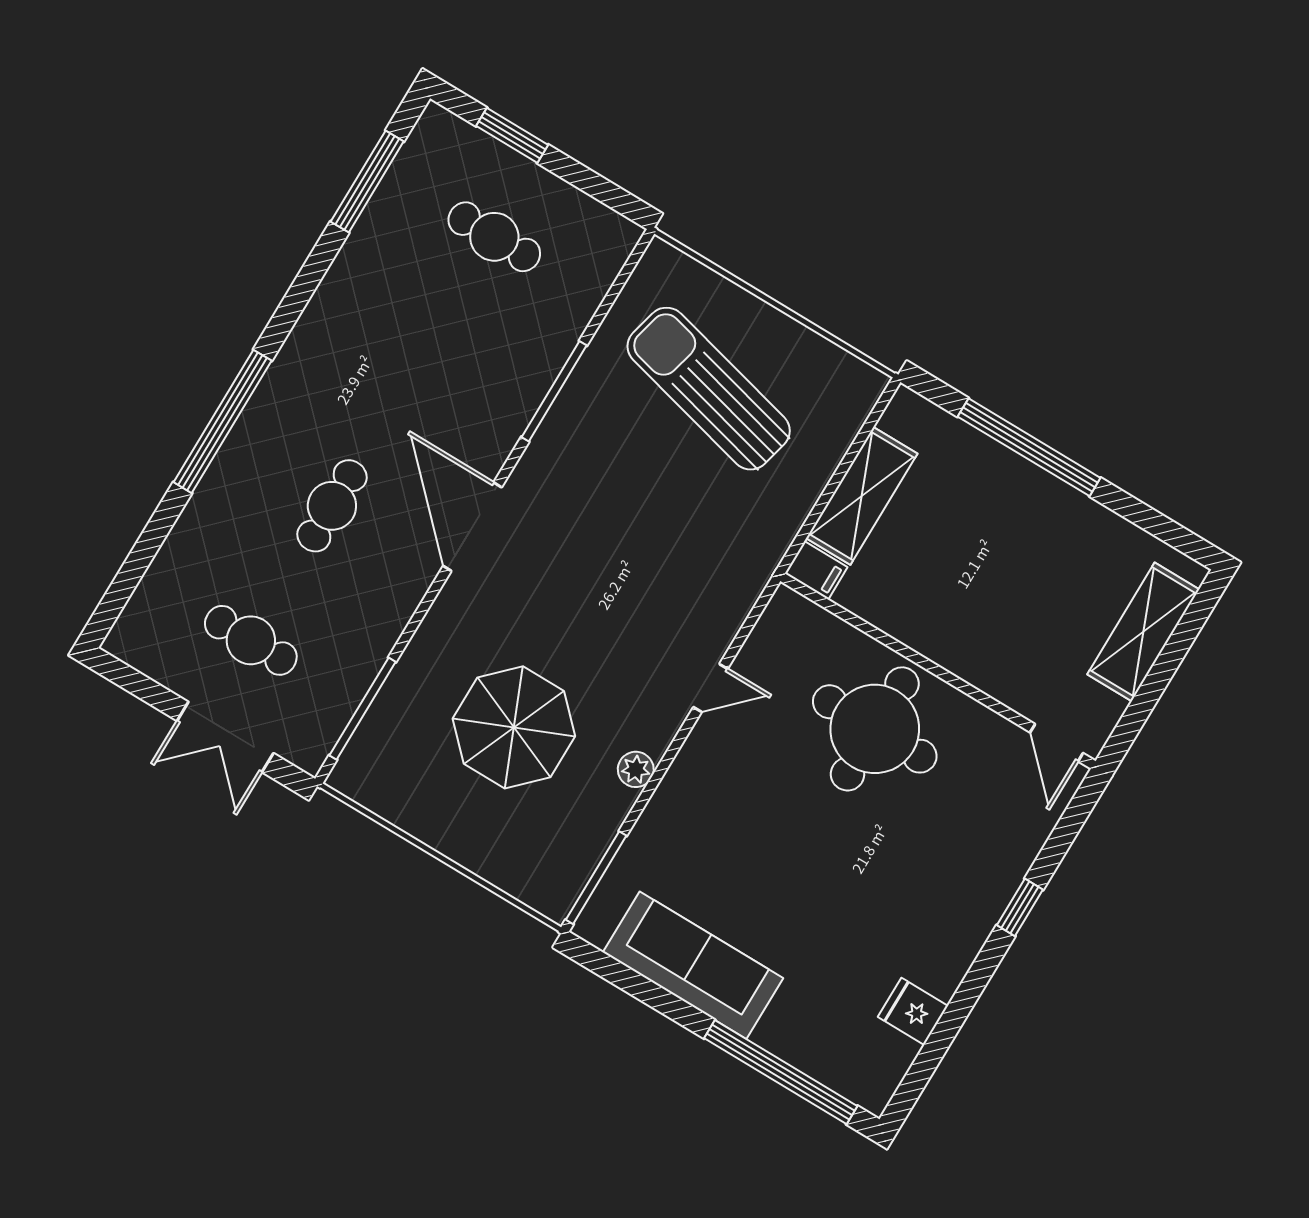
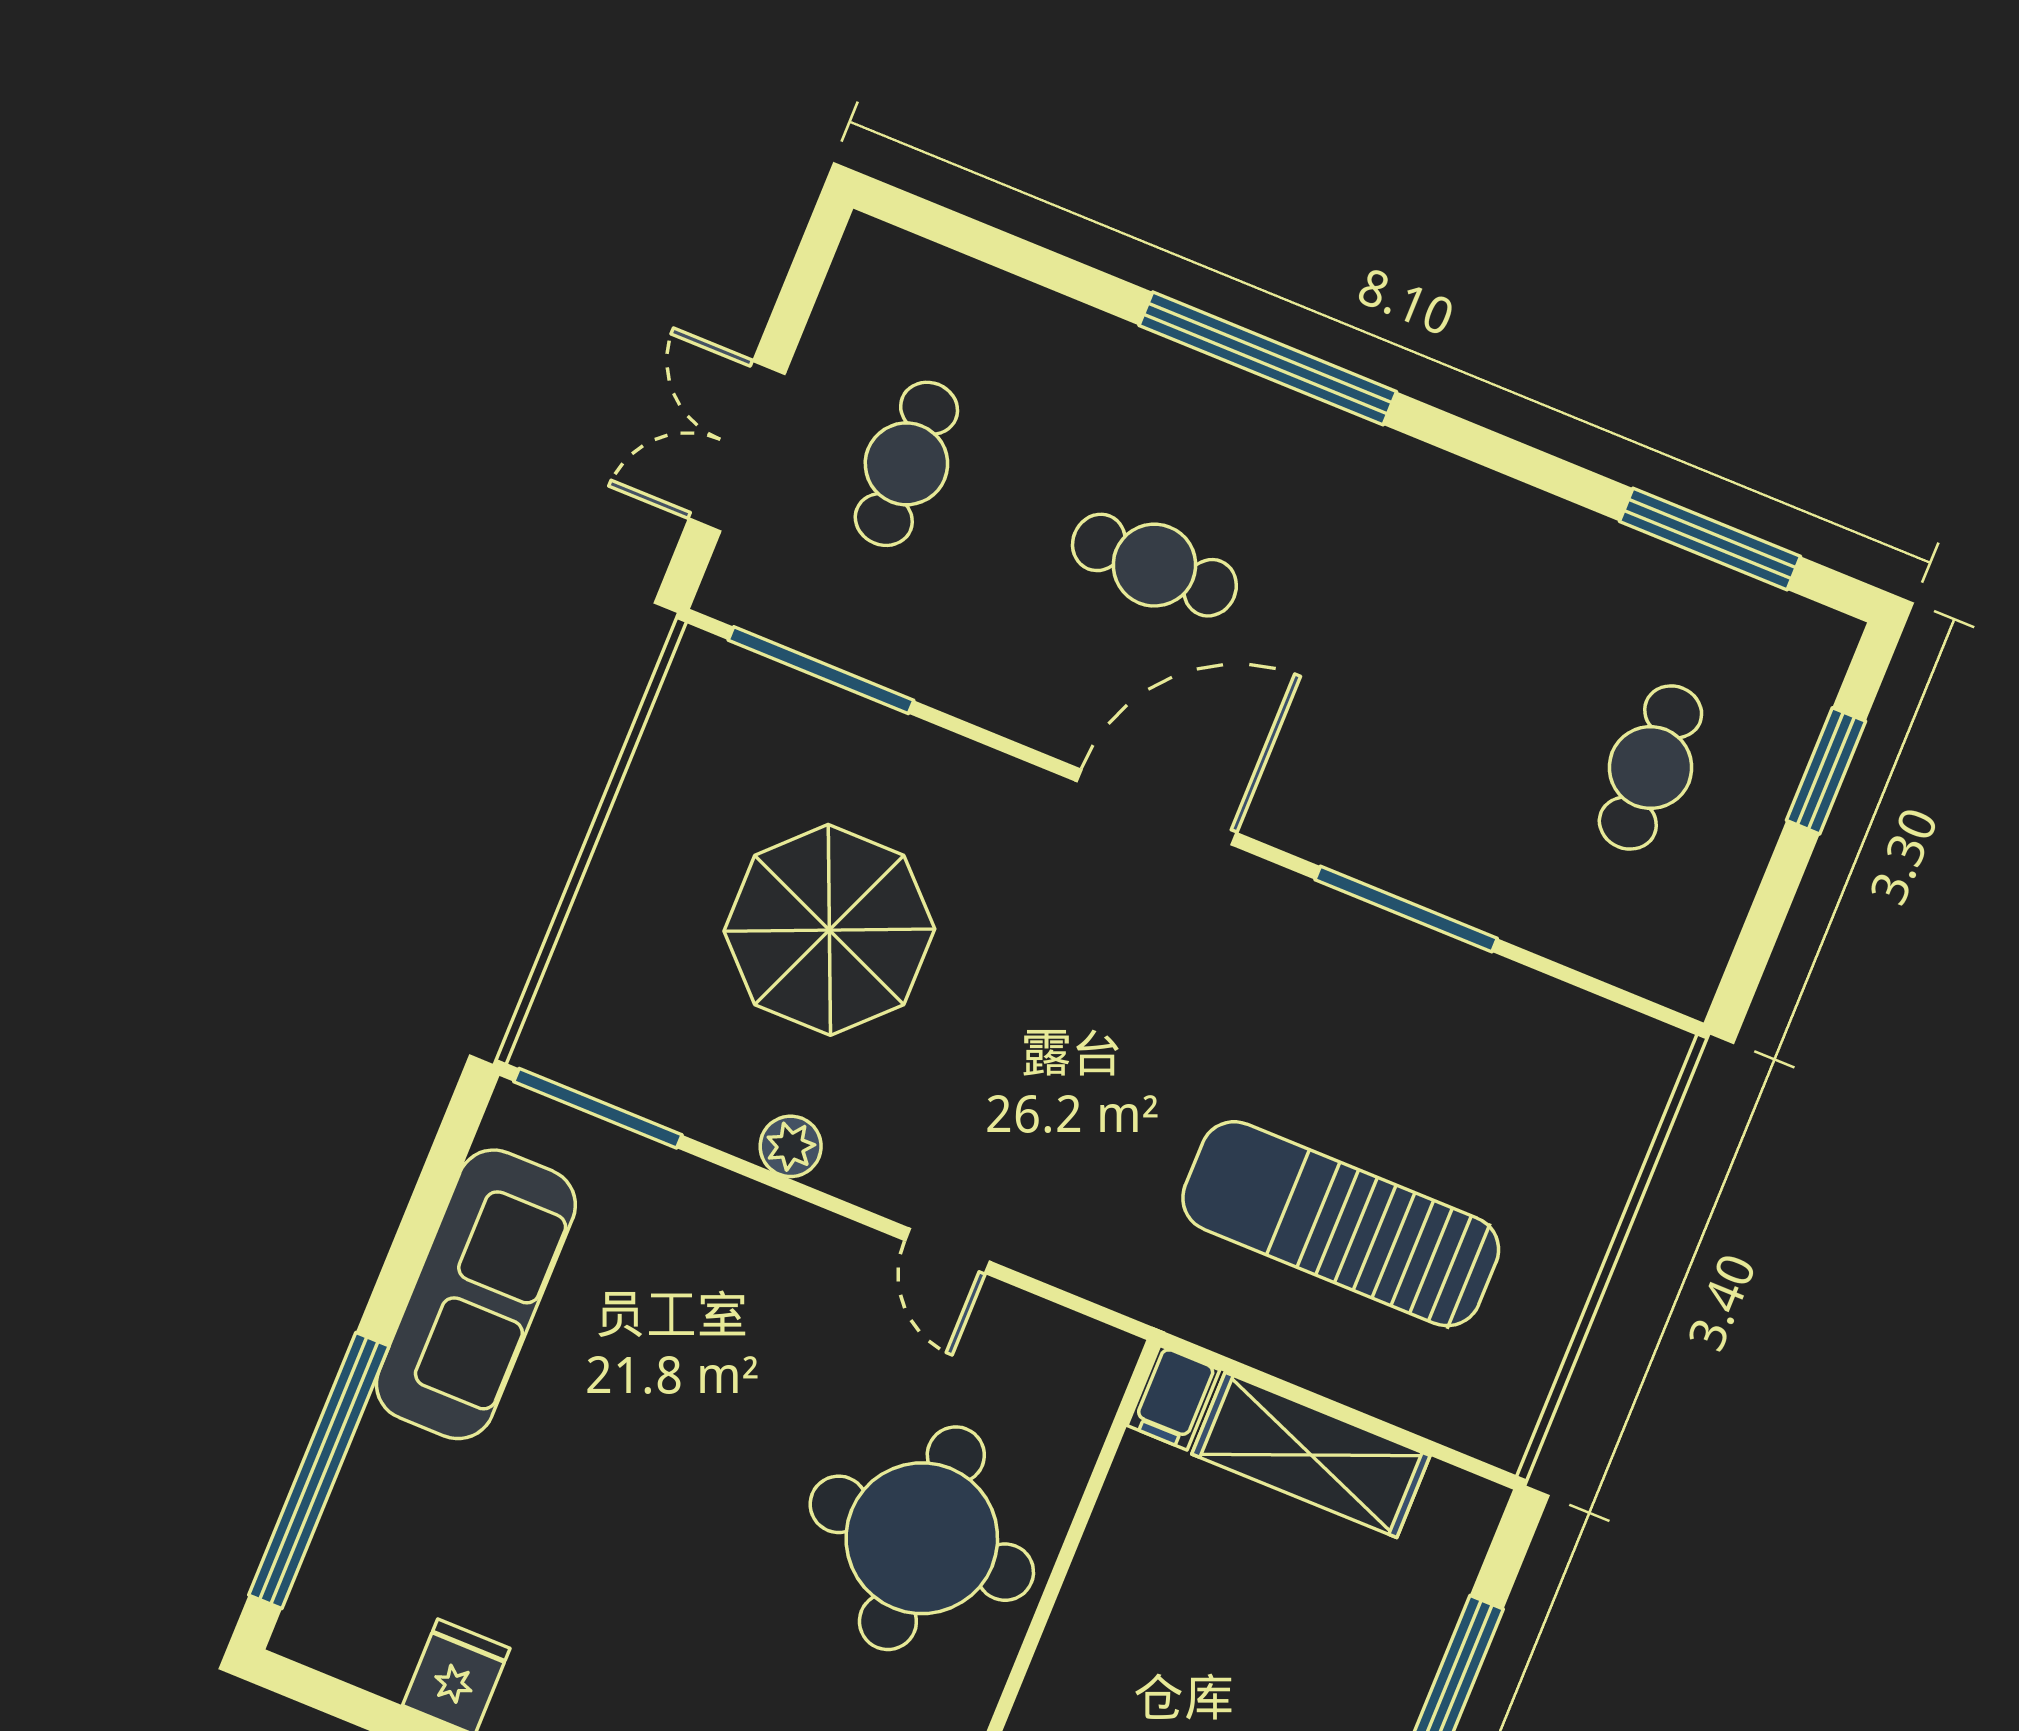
sun lounger: (709, 389) -> (1341, 1224), moved, turned -104

